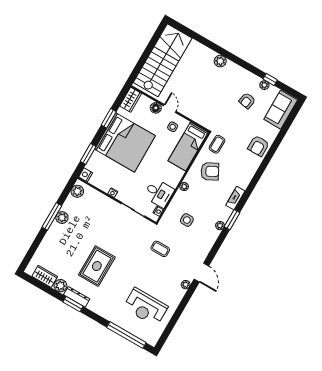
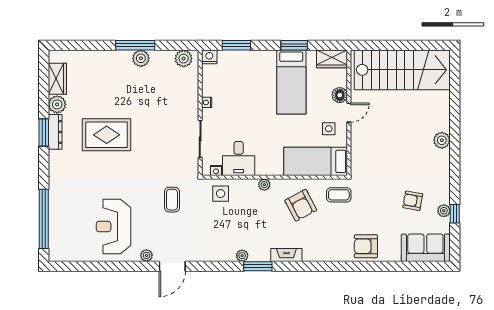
bed: (125, 142) -> (291, 82), width x0.49
side table: (187, 220) -> (221, 194), moved
reception desk: (145, 307) -> (114, 227), moved

